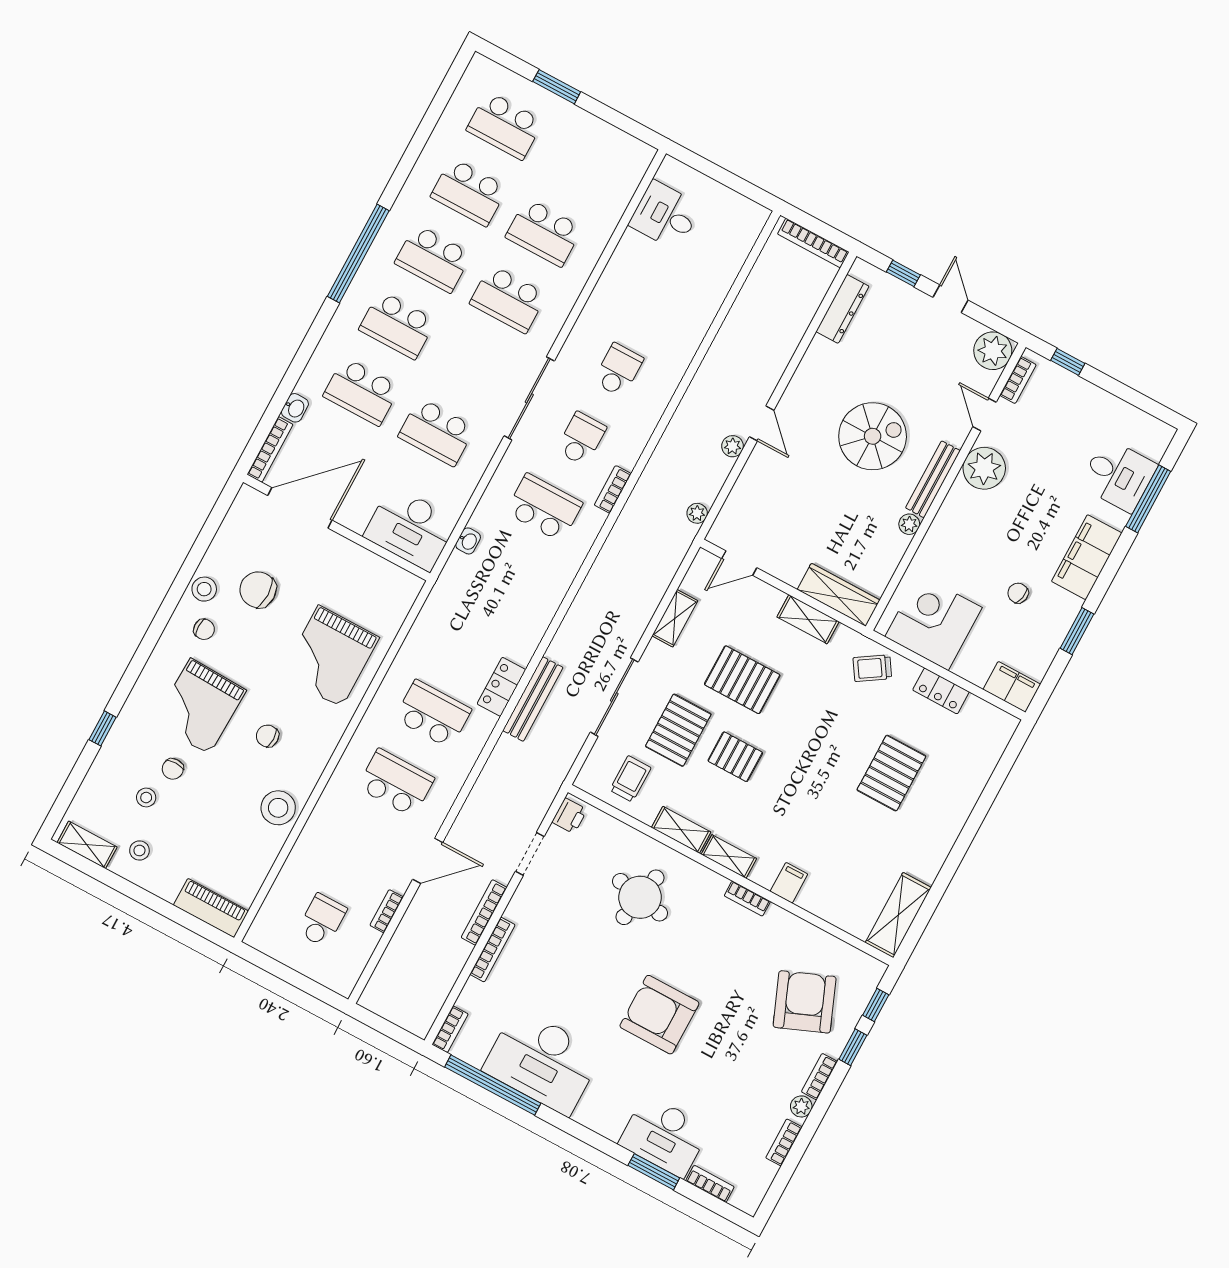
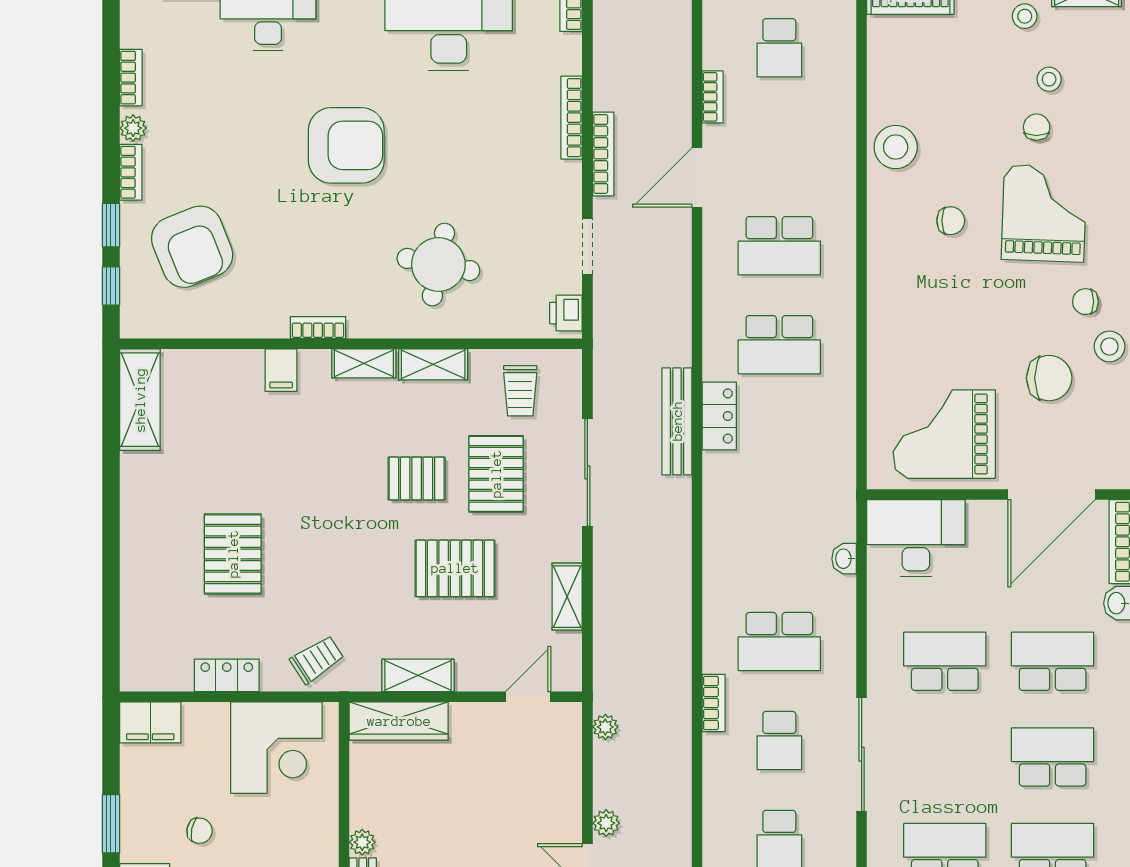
grand piano: (330, 656) -> (944, 434), moved, turned -90

